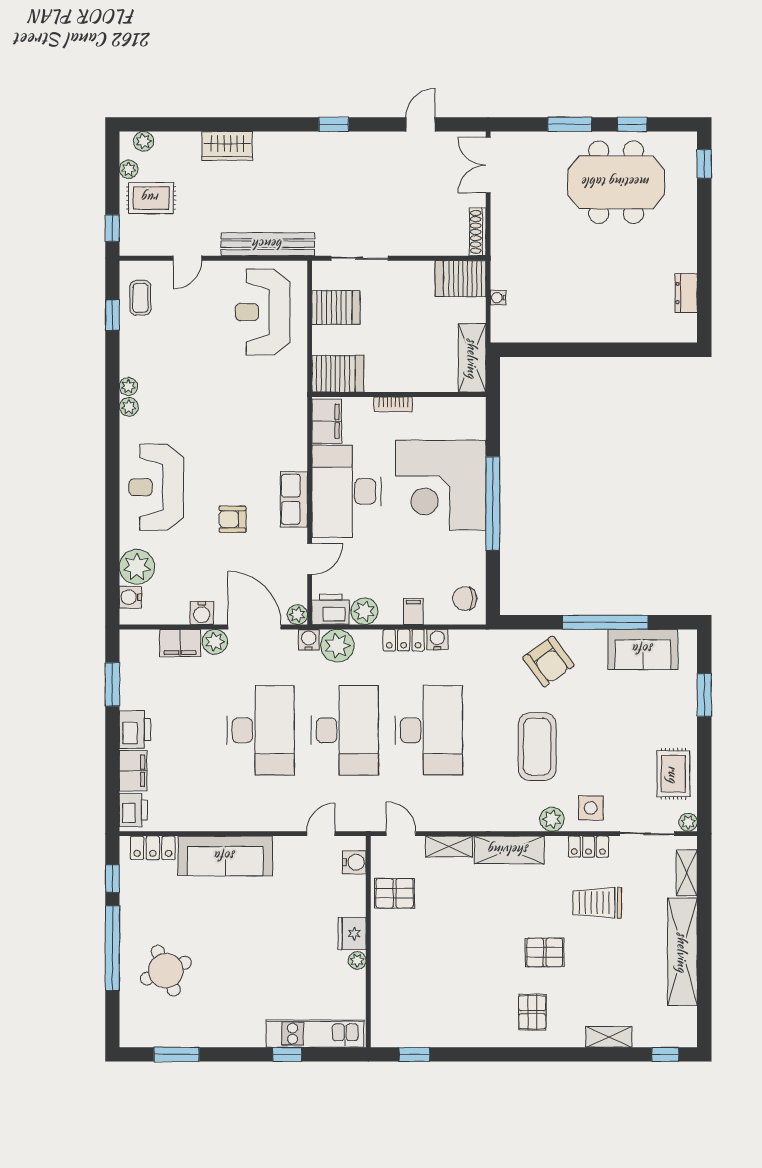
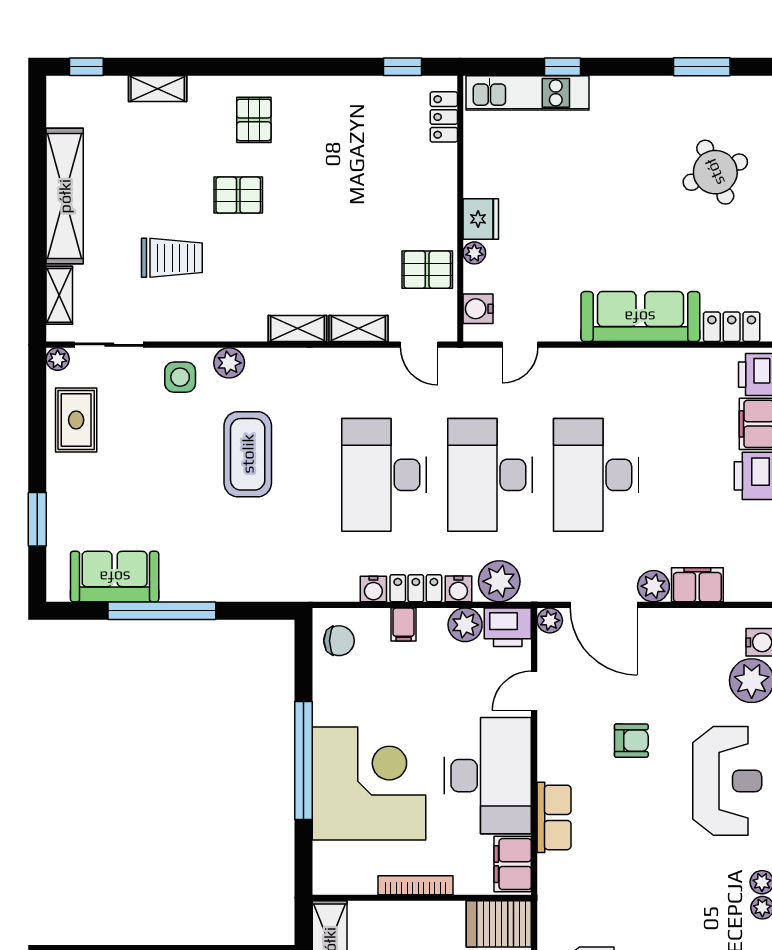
bookcase: (393, 404) -> (415, 885), width x1.56
row of seats: (294, 499) -> (554, 817), moved
water cooler: (202, 613) -> (670, 623), removed
water cooler: (309, 640) -> (458, 589), moved
armchair: (548, 662) -> (233, 561), removed
locker: (588, 847) -> (444, 117), moved, turned -90
shelving: (509, 850) -> (297, 329), width x0.67, depth x0.75
plant: (357, 960) -> (474, 253), moved

